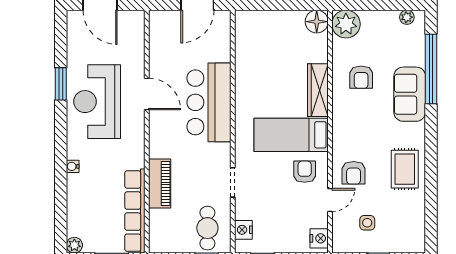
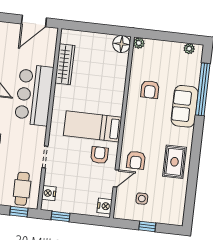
plant: (346, 24) -> (139, 43), width x0.53, depth x0.53
wardrobe: (318, 90) -> (65, 64), moved, turned 180

